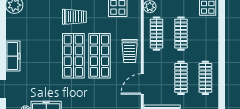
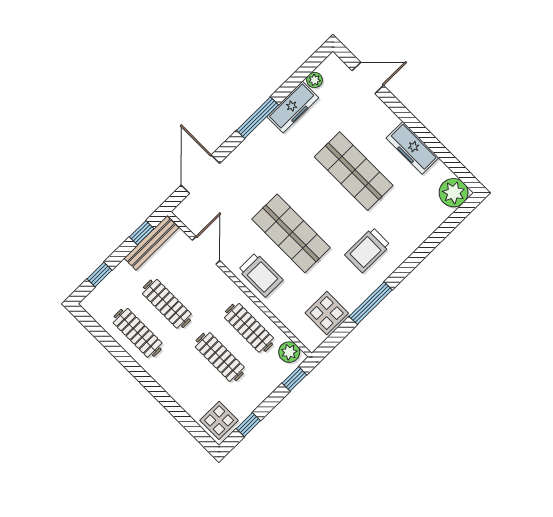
trolley: (130, 51) -> (261, 275), turned 180
freezer: (13, 56) -> (412, 148), moved
shop shelf: (73, 56) -> (354, 171), moved

